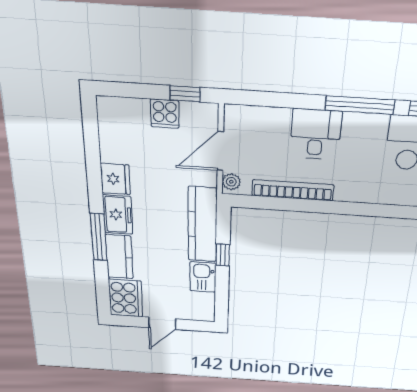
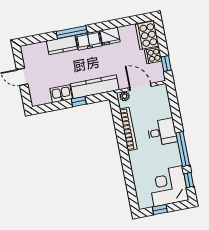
cooker: (126, 298) -> (147, 35), moved, turned 90

